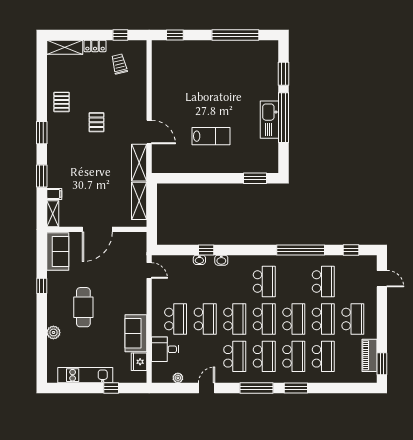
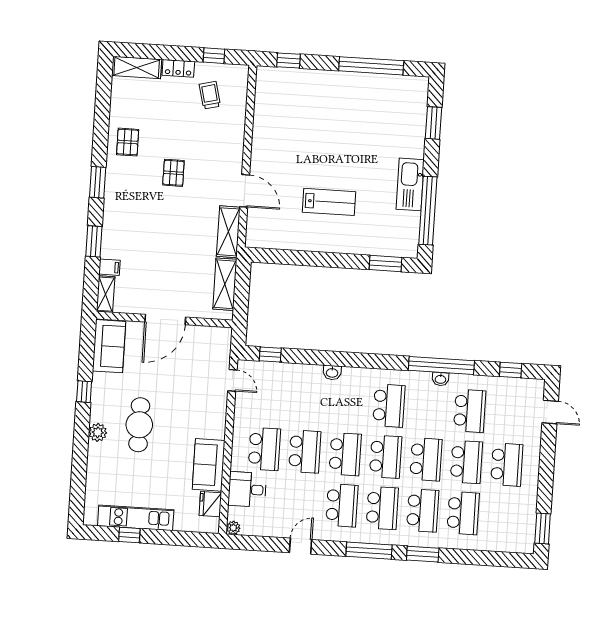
window: (283, 118) -> (428, 211), moved
window: (206, 250) -> (270, 354), moved
washbasin: (199, 260) -> (440, 379), moved
plant: (53, 332) -> (98, 432), moved
piano: (369, 355) -> (526, 516), removed
plant: (178, 378) -> (233, 528), moved
window: (111, 388) -> (129, 535), moved

